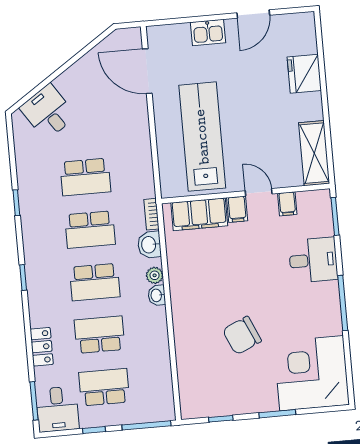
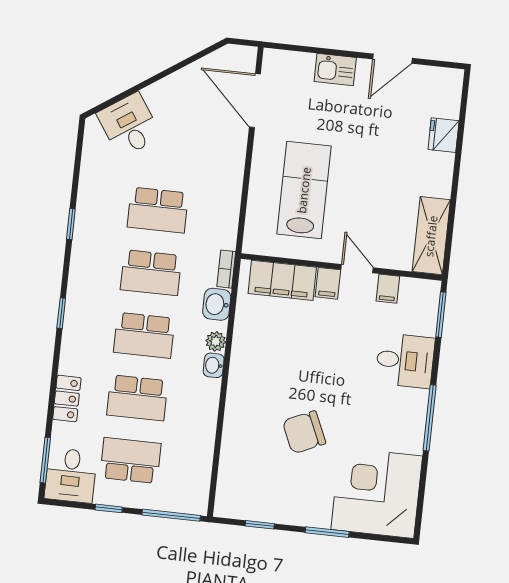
fridge: (304, 74) -> (444, 135), width x0.73, depth x0.75
lab bench: (202, 137) -> (304, 190), width x0.73
school desk: (99, 335) -> (137, 398), turned 180

